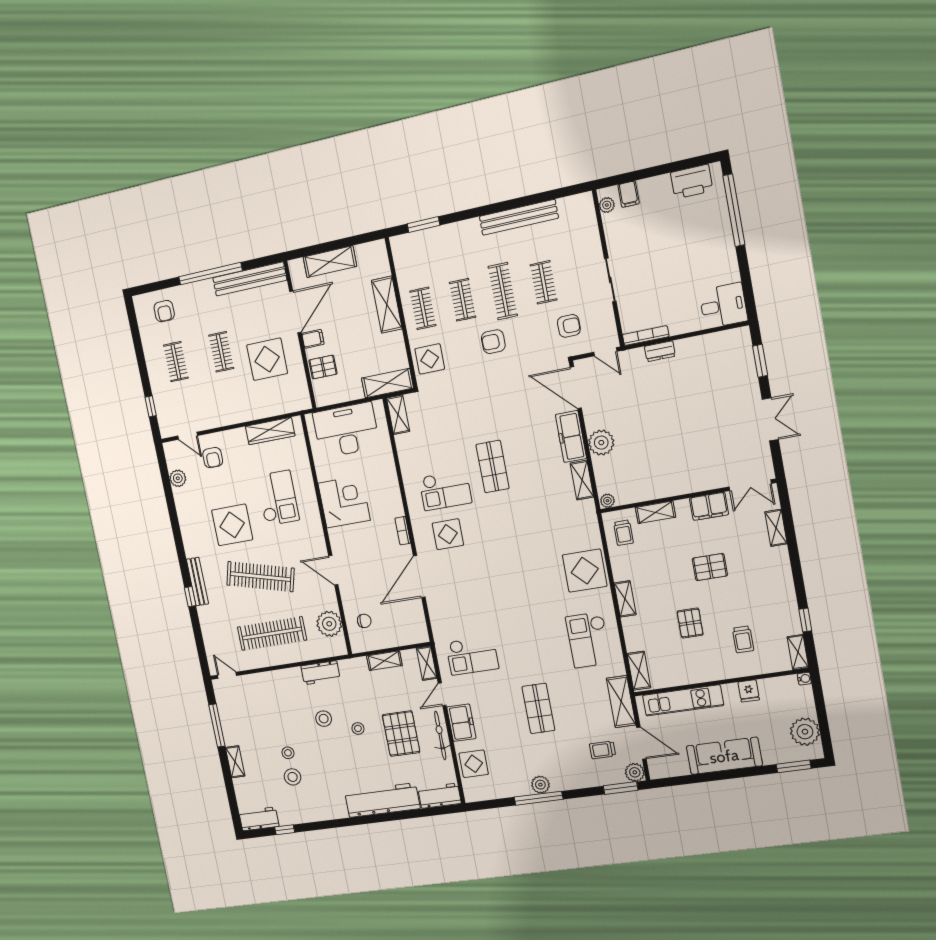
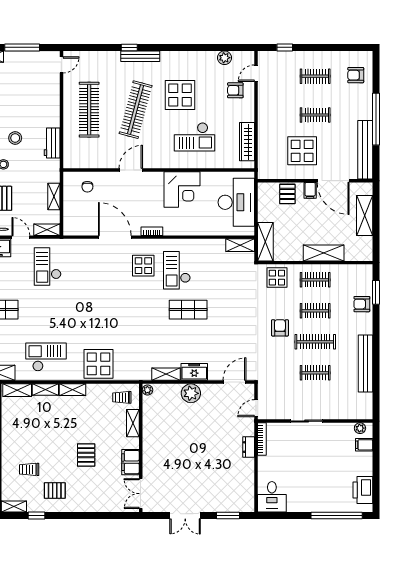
armchair: (569, 326) -> (362, 304), moved, turned 90
door: (576, 388) -> (234, 382), width x0.73
freezer: (571, 437) -> (194, 372), width x0.71
shelving: (776, 528) -> (45, 390), moved
pallet: (690, 623) -> (55, 490), moved
plant: (329, 624) -> (90, 158), removed

